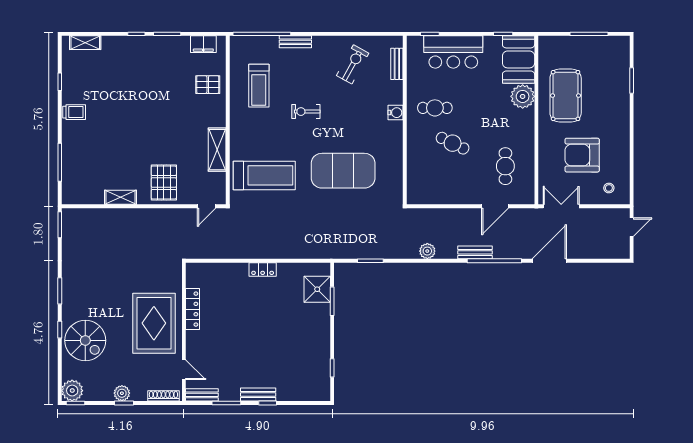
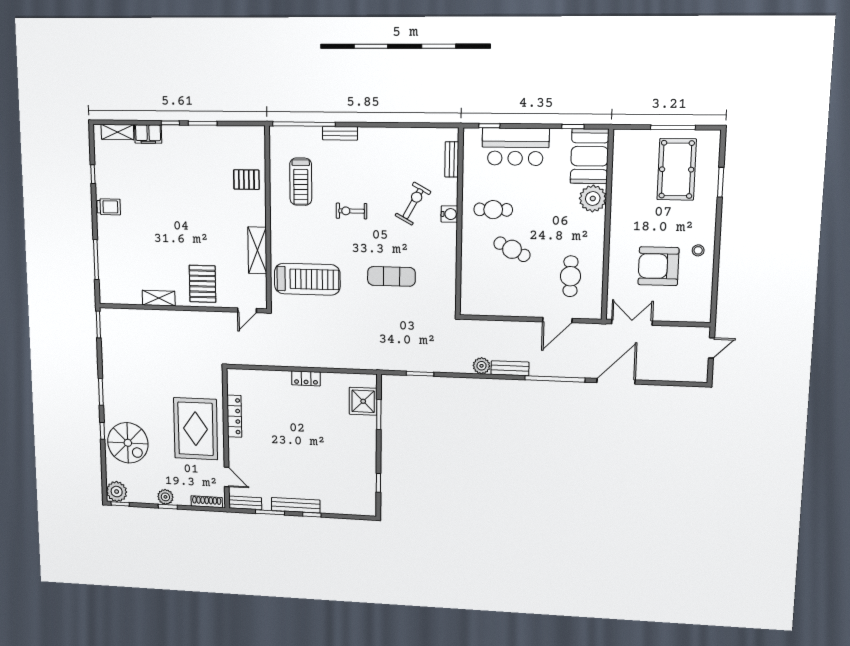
filing cabinet: (203, 44) -> (148, 134), moved
exercise bike: (353, 64) -> (413, 204), moved
pool table: (566, 96) -> (677, 169), moved
exercise mat: (343, 171) -> (391, 276), width x0.50, depth x0.69
stool: (609, 188) -> (698, 250), moved
bench: (475, 252) -> (510, 368), moved
bench: (258, 394) -> (296, 505), width x1.36

